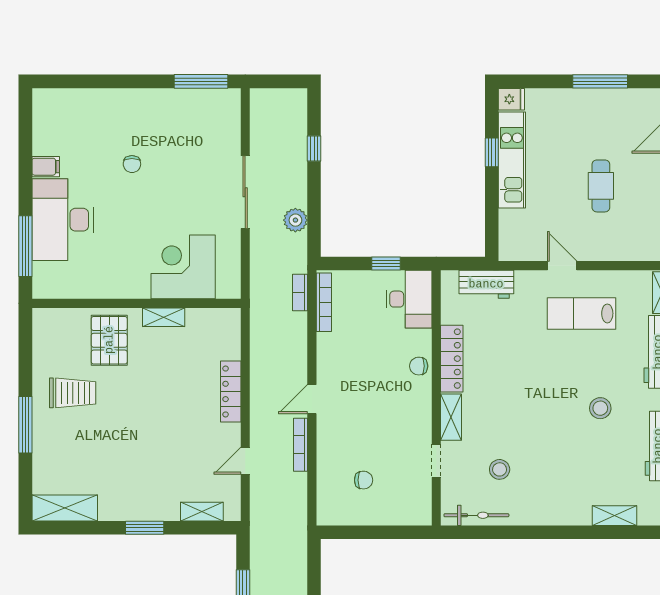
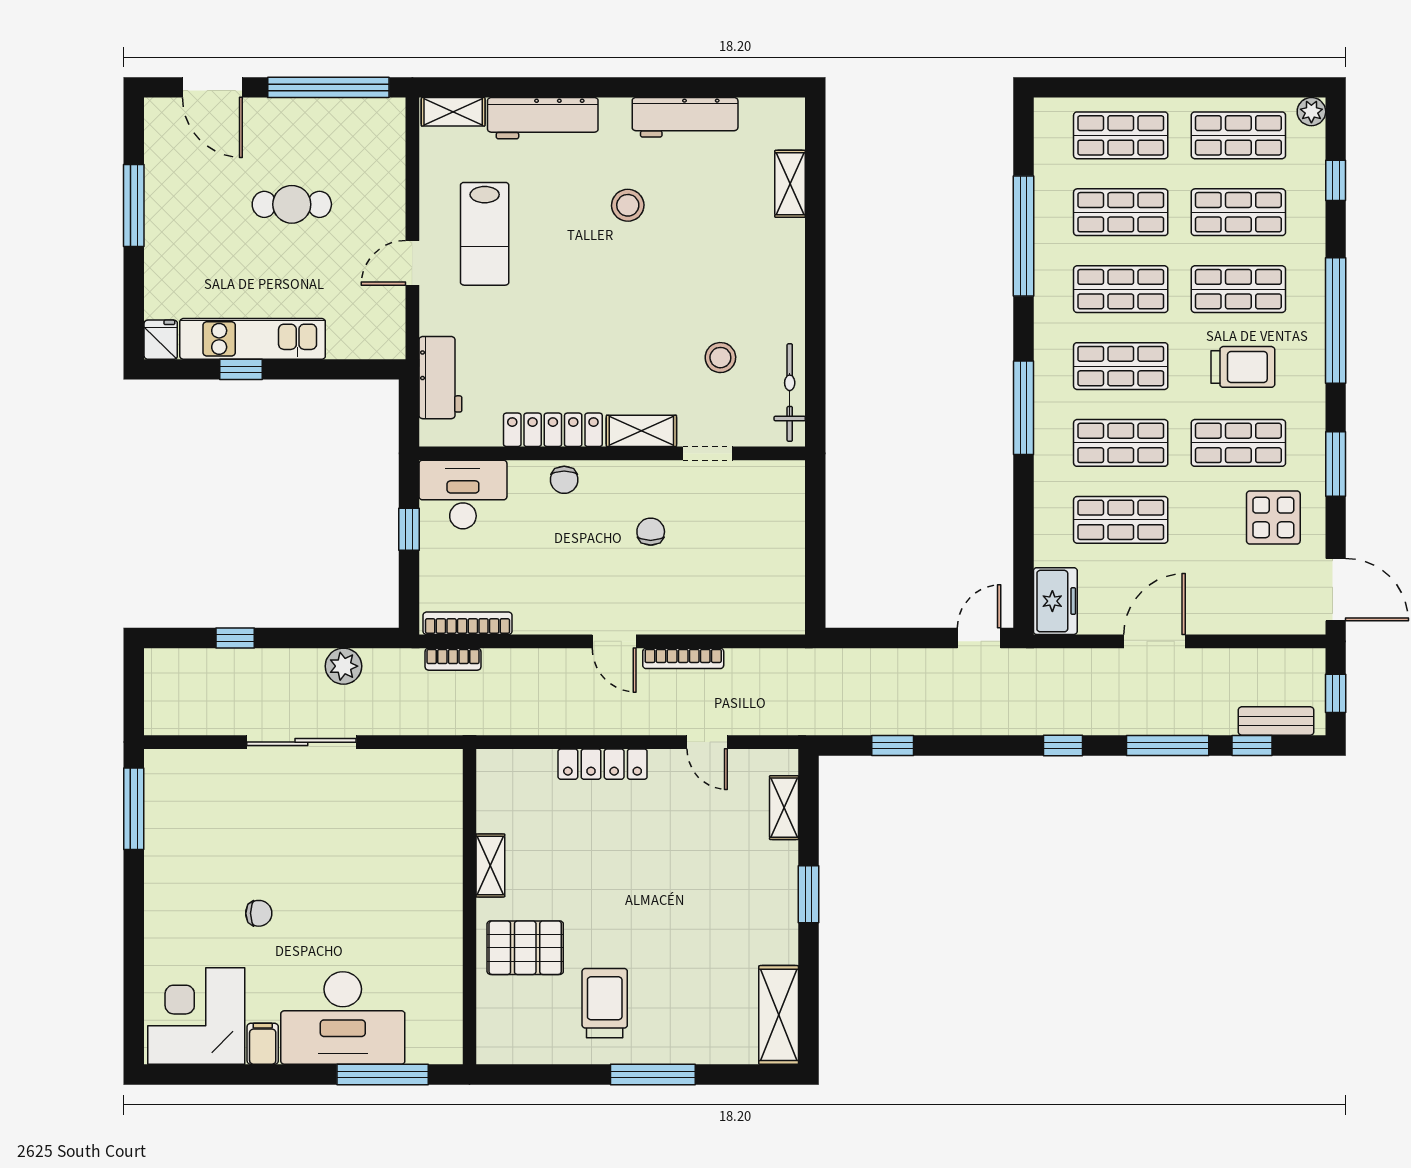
corner desk: (183, 267) -> (196, 1016), moved, turned 90
chair: (364, 480) -> (651, 532), moved

